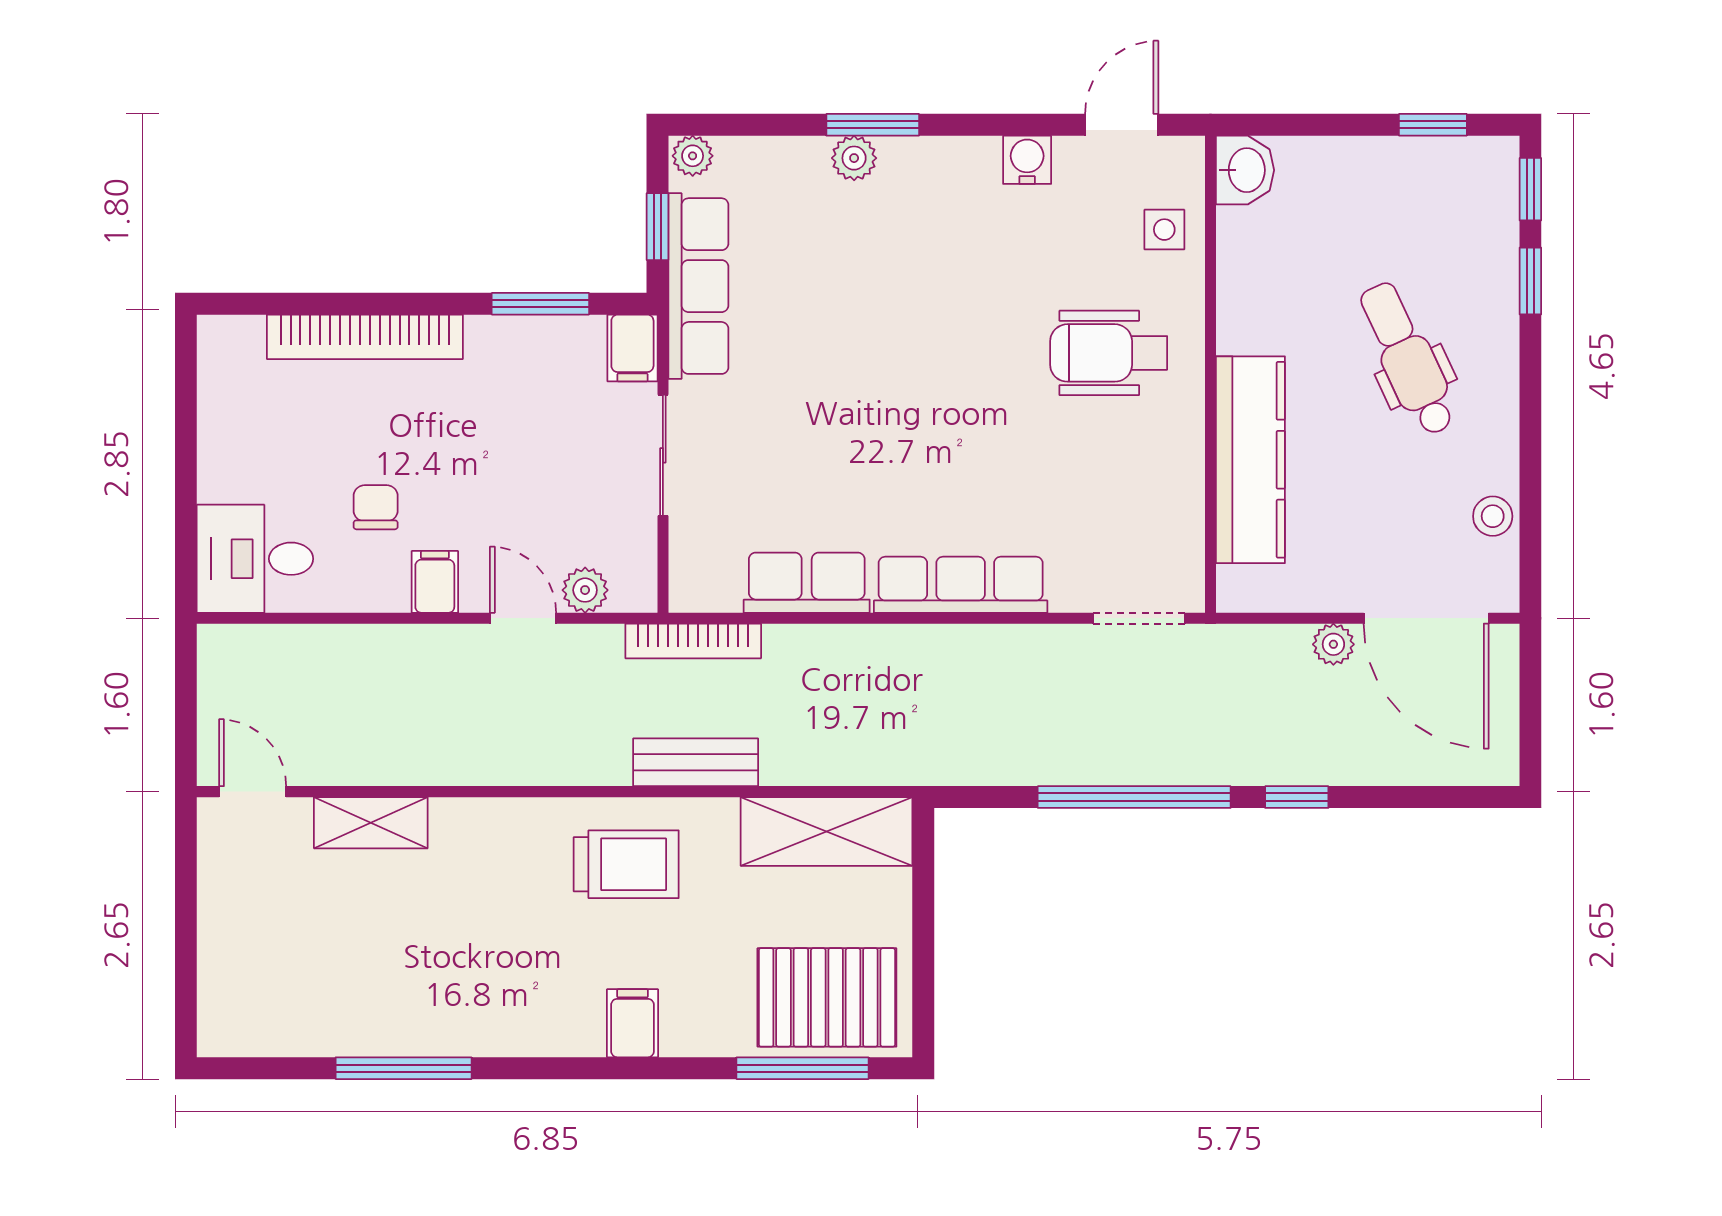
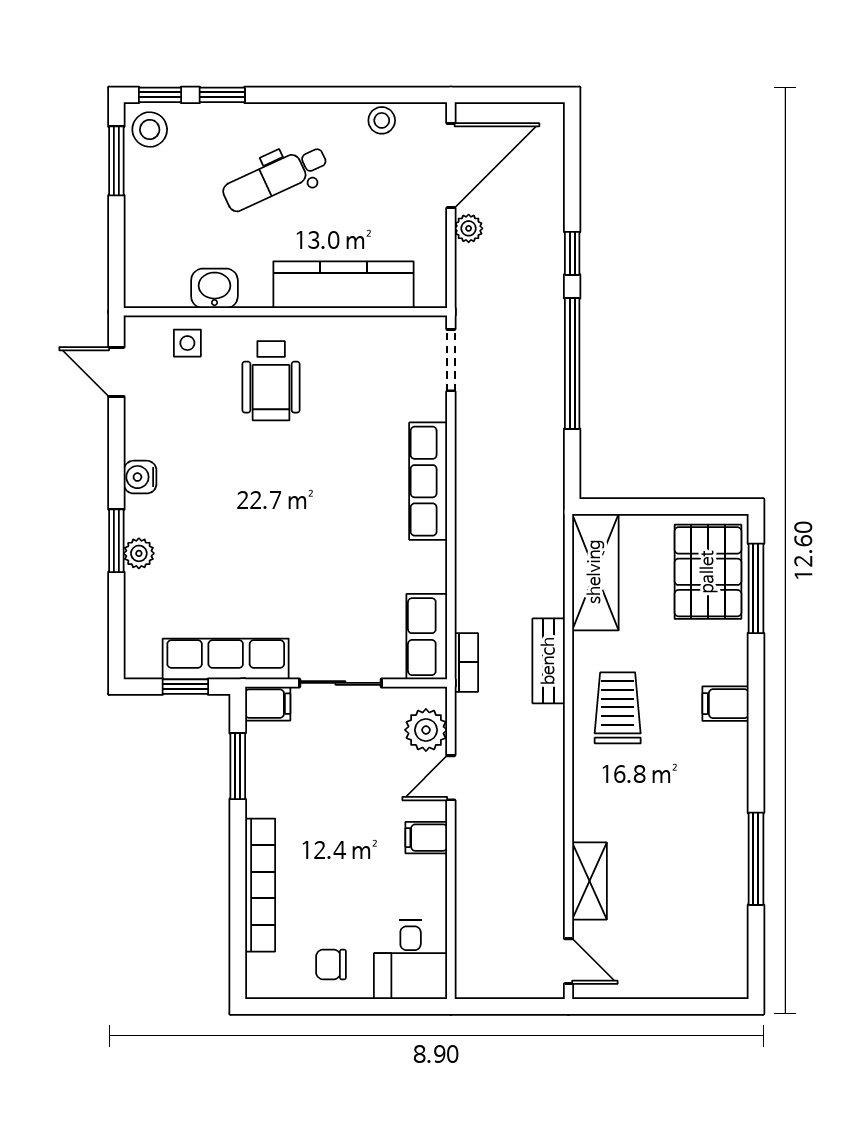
window: (1433, 125) -> (116, 161), width x1.50
plant: (693, 156) -> (137, 663), removed
water cooler: (1027, 160) -> (140, 477), moved
washbasin: (1245, 170) -> (214, 288), moved
stool: (1479, 174) -> (150, 129), added
chair: (376, 507) -> (331, 964), moved
row of seats: (807, 583) -> (427, 637), moved
plant: (585, 590) -> (426, 730), width x1.38, depth x1.38
bookcase: (693, 641) -> (466, 662), width x0.64
door: (253, 792) -> (568, 961), swing flipped

